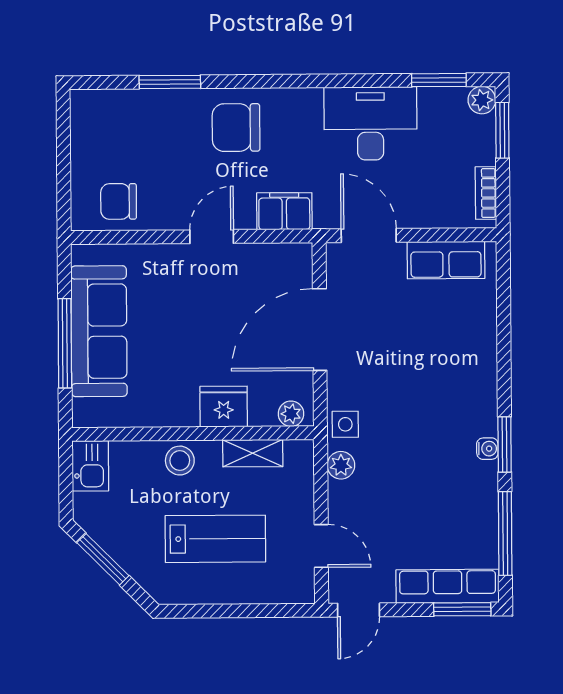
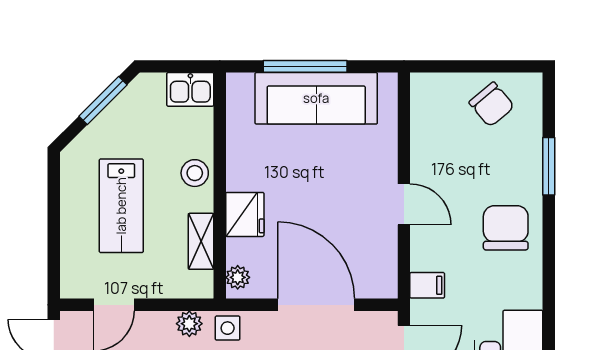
chair: (119, 201) -> (492, 104), moved, turned 140
filing cabinet: (284, 211) -> (427, 285), width x0.50

